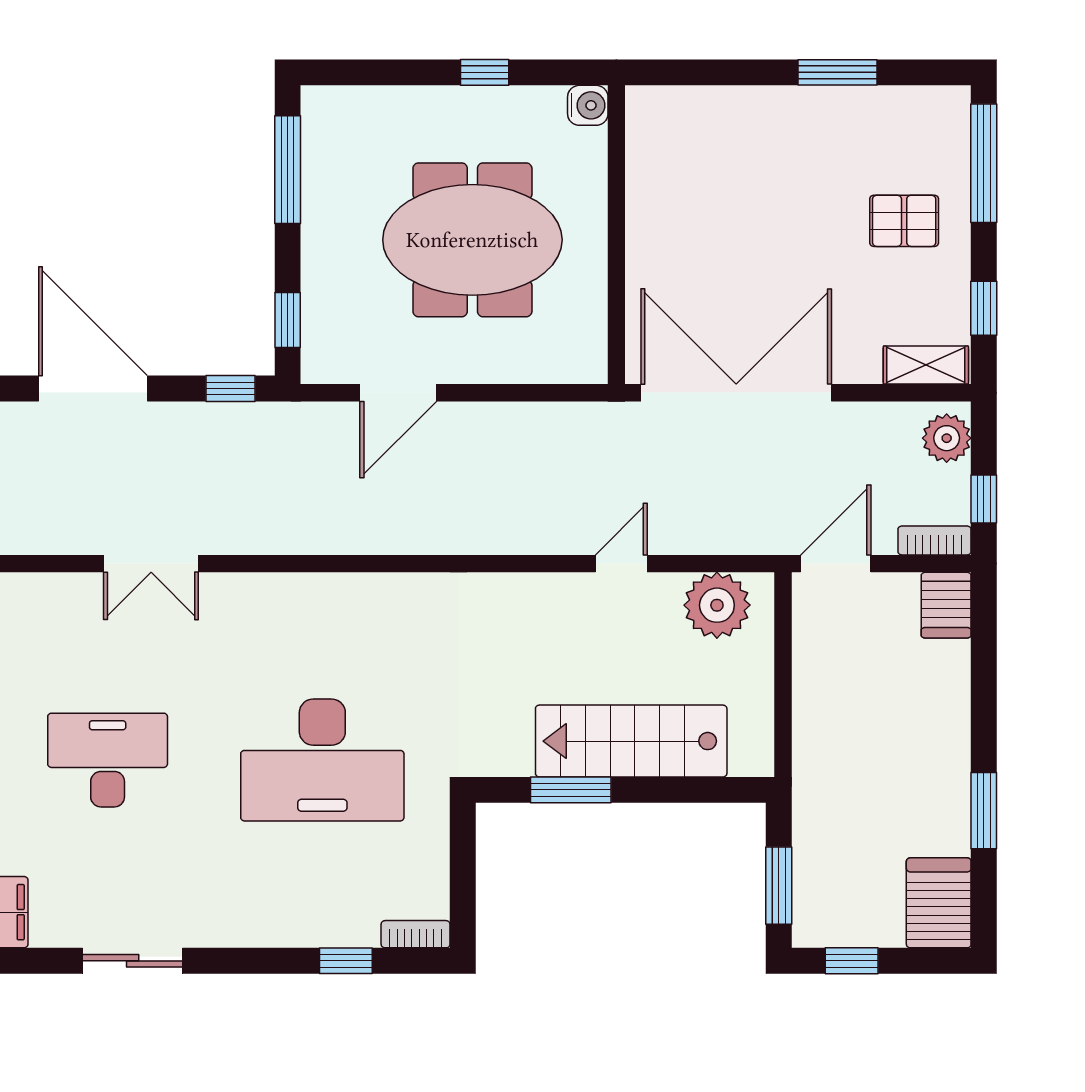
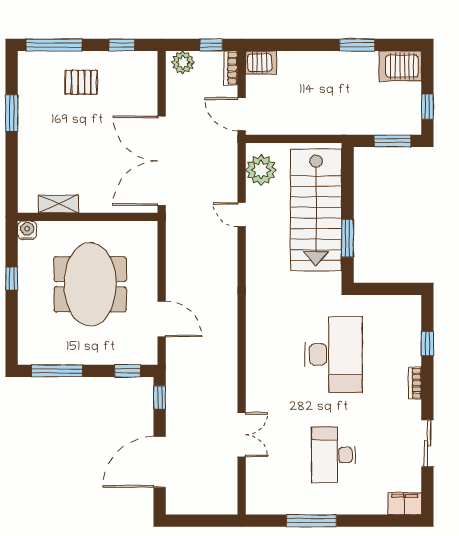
pallet: (904, 221) -> (81, 82), turned 90
shelving: (926, 365) -> (58, 204), moved, turned 90
stairs: (631, 741) -> (316, 210), width x1.36, depth x1.51
bookcase: (416, 934) -> (415, 383), moved

